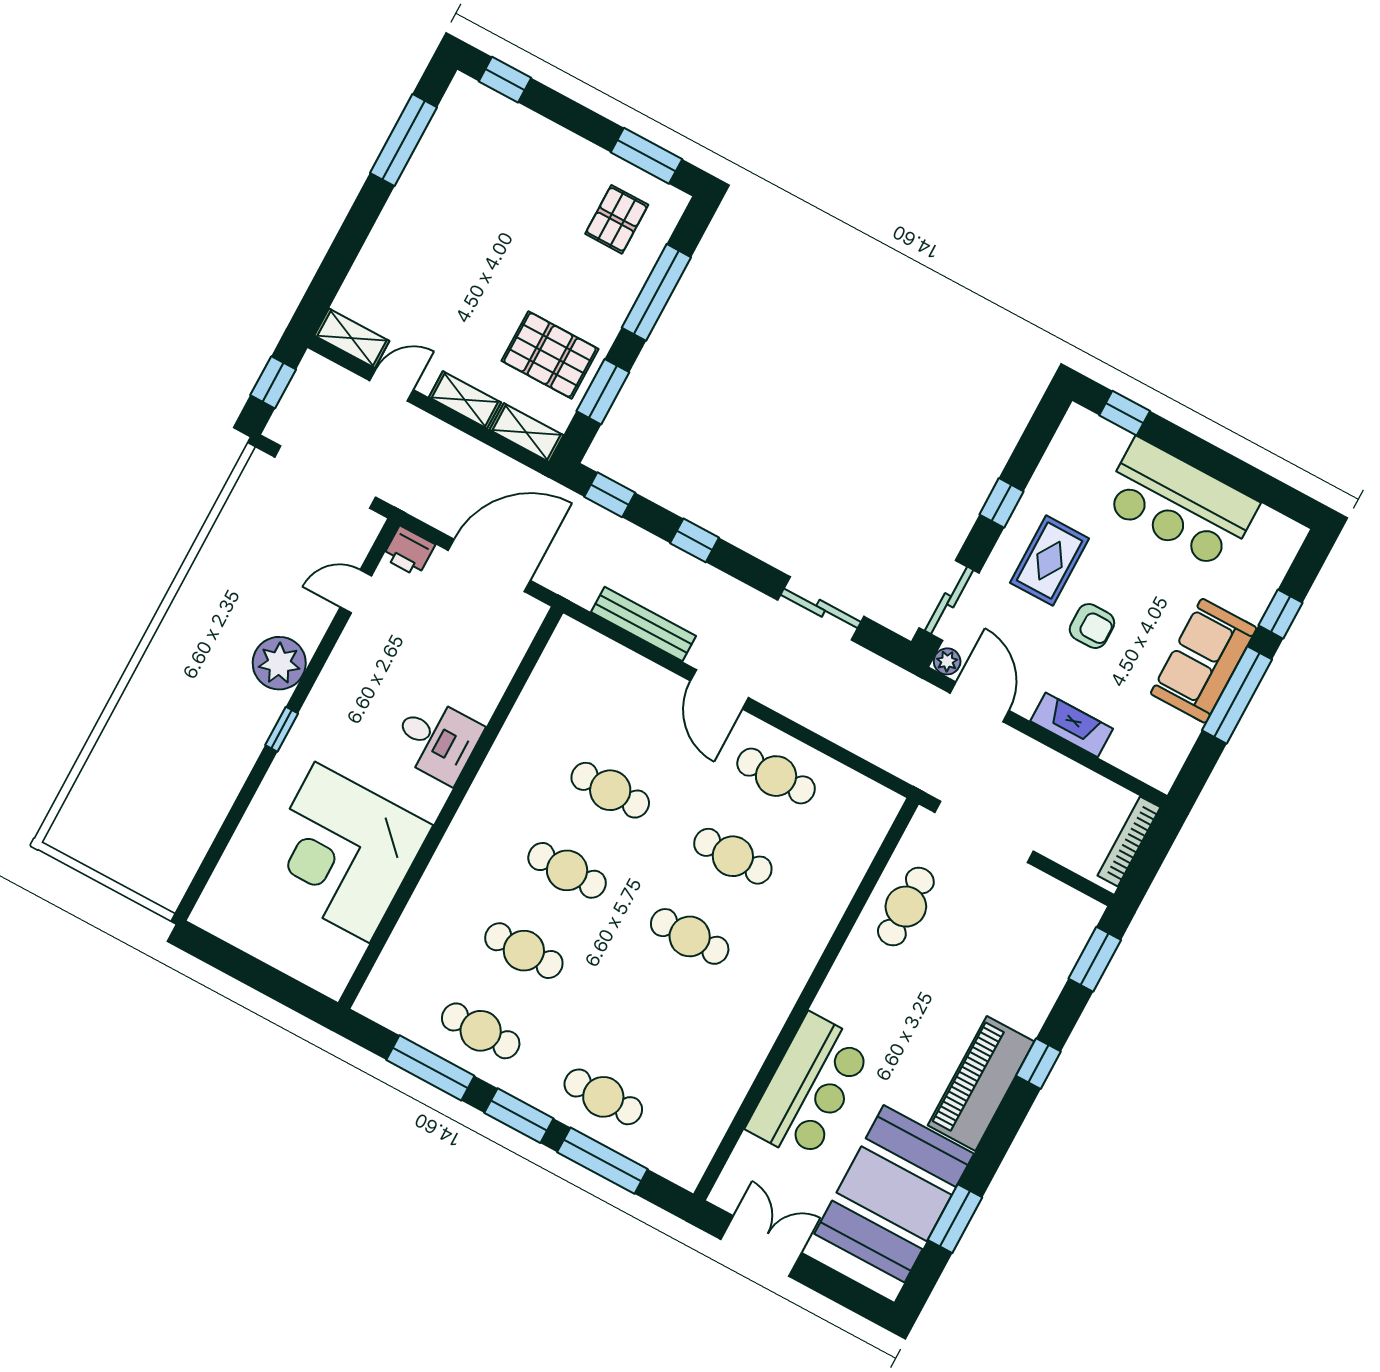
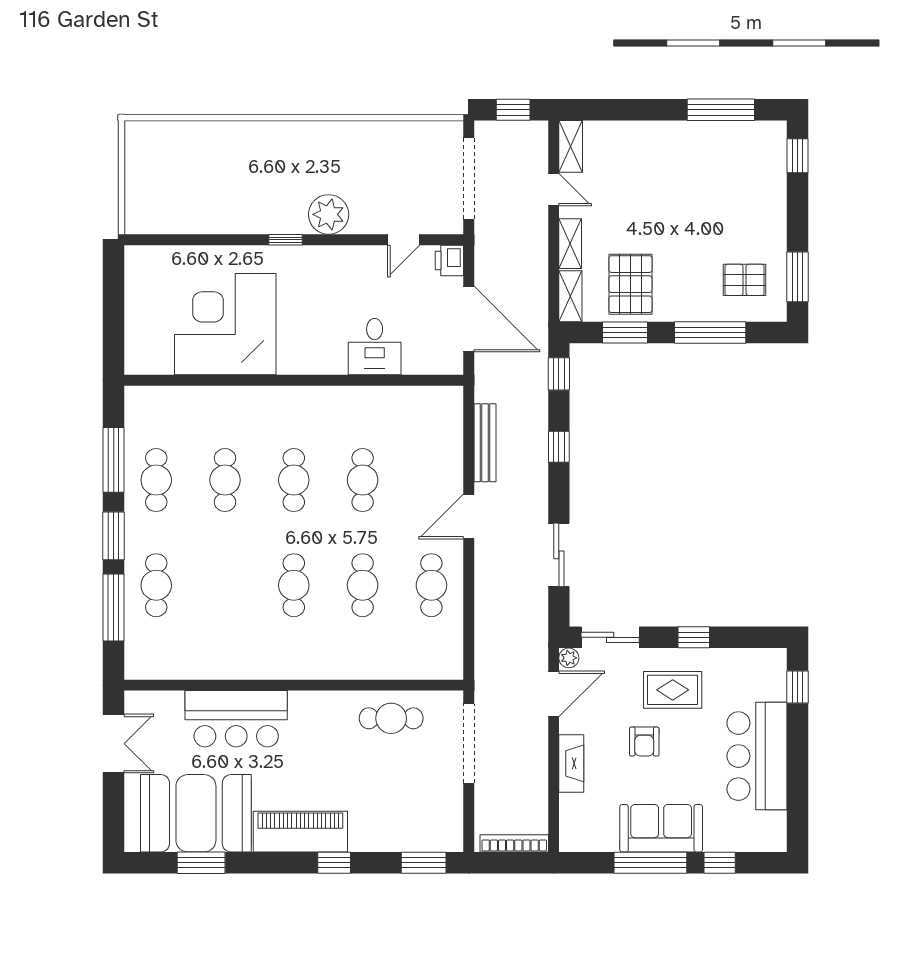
door: (356, 591) -> (404, 240), swing flipped
desk: (437, 740) -> (375, 347), moved

